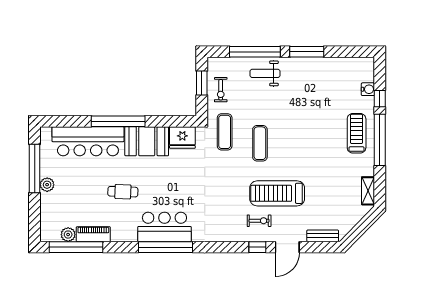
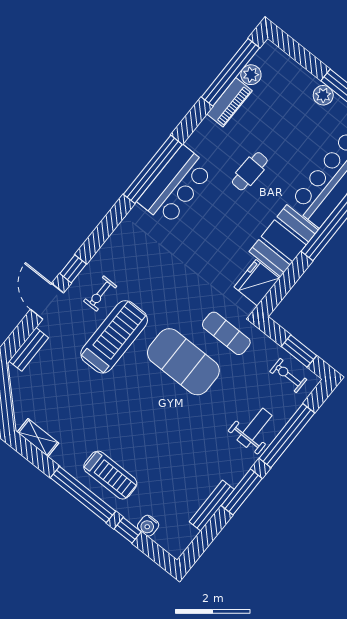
bench: (328, 63) -> (212, 506), added
exercise bike: (221, 90) -> (288, 376), moved
exercise mat: (260, 143) -> (183, 362), width x2.00, depth x1.45

